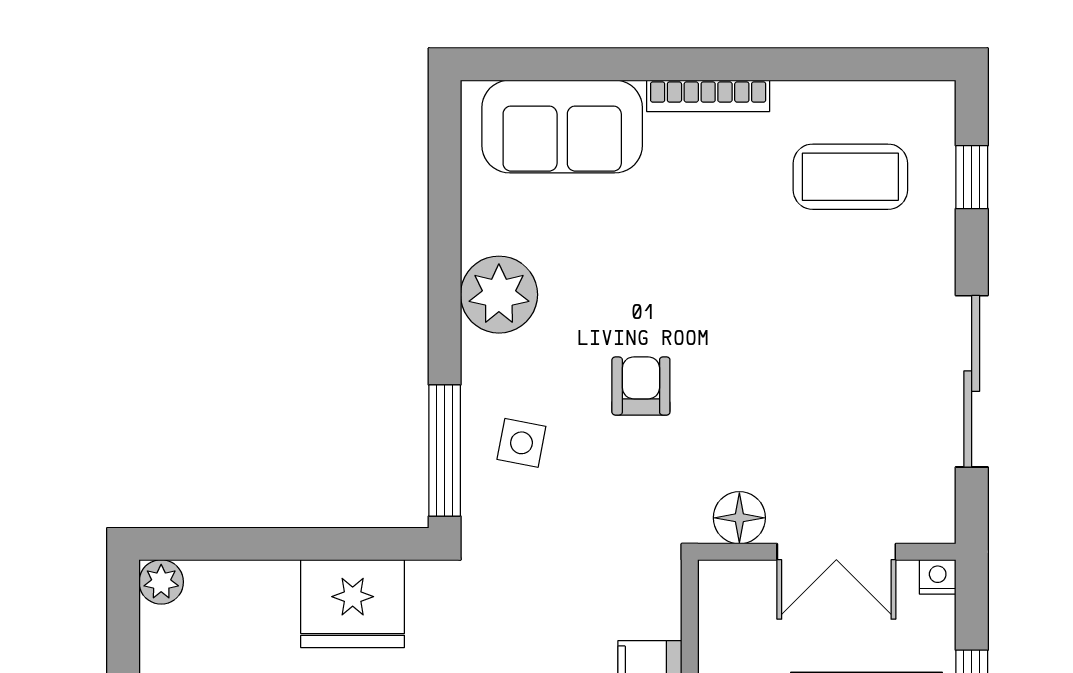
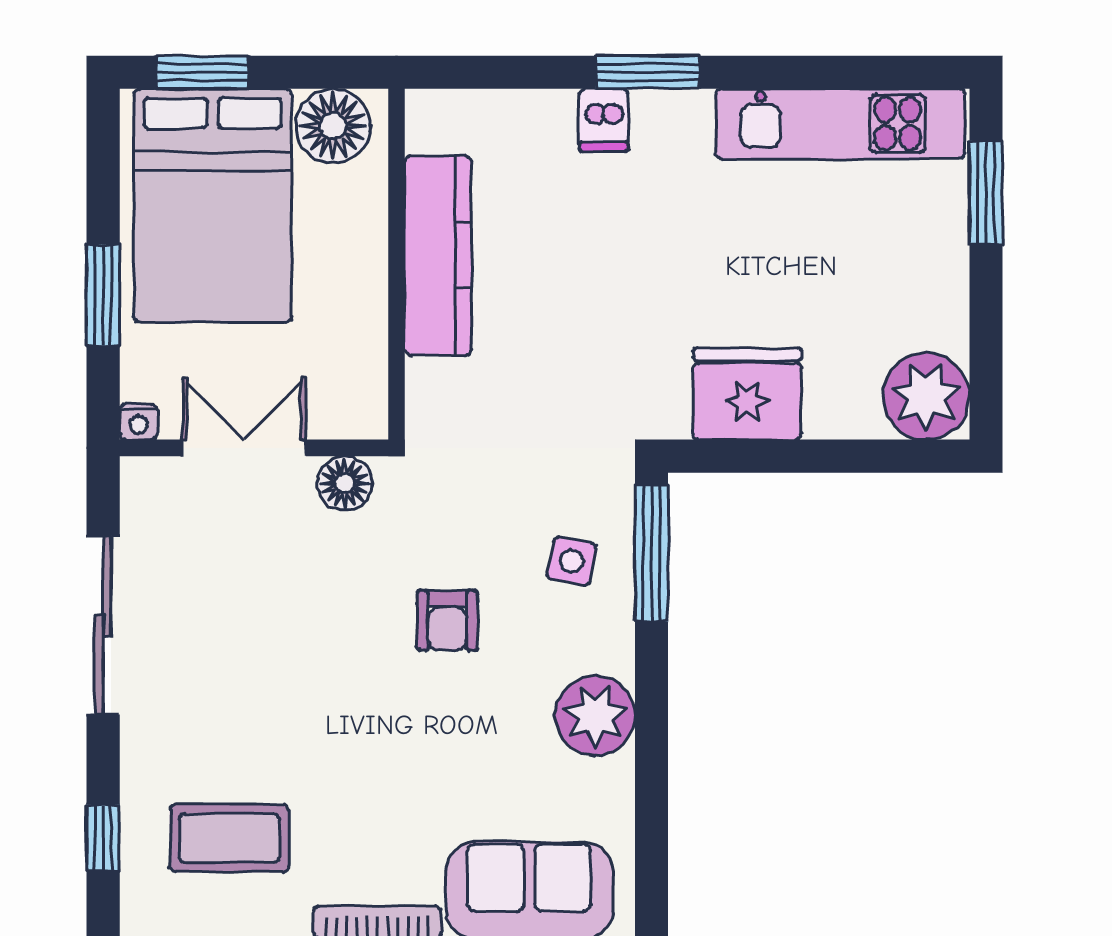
plant: (161, 582) -> (926, 396), width x1.88, depth x1.88

